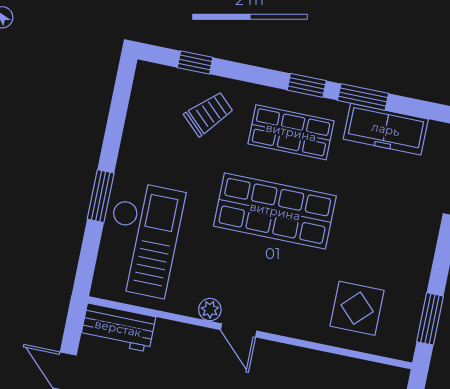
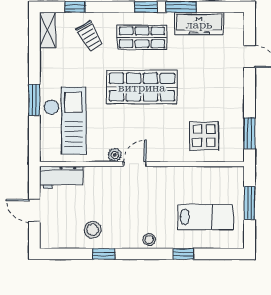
shelving: (144, 90) -> (48, 30), added
trolley: (209, 114) -> (90, 36), turned 106
door: (239, 330) -> (135, 164), swing flipped

